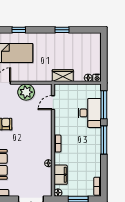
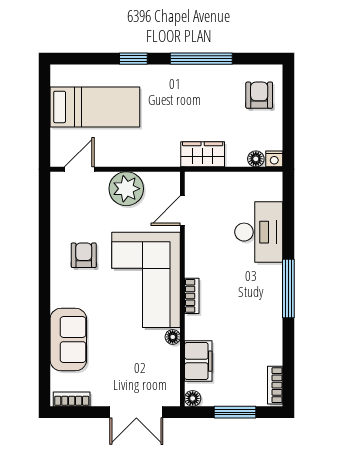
window: (19, 30) -> (133, 59), moved
window: (62, 30) -> (201, 59), width x2.17
armchair: (90, 47) -> (259, 95), added
window: (104, 105) -> (288, 215), removed
corner sofa: (36, 136) -> (146, 280), added

